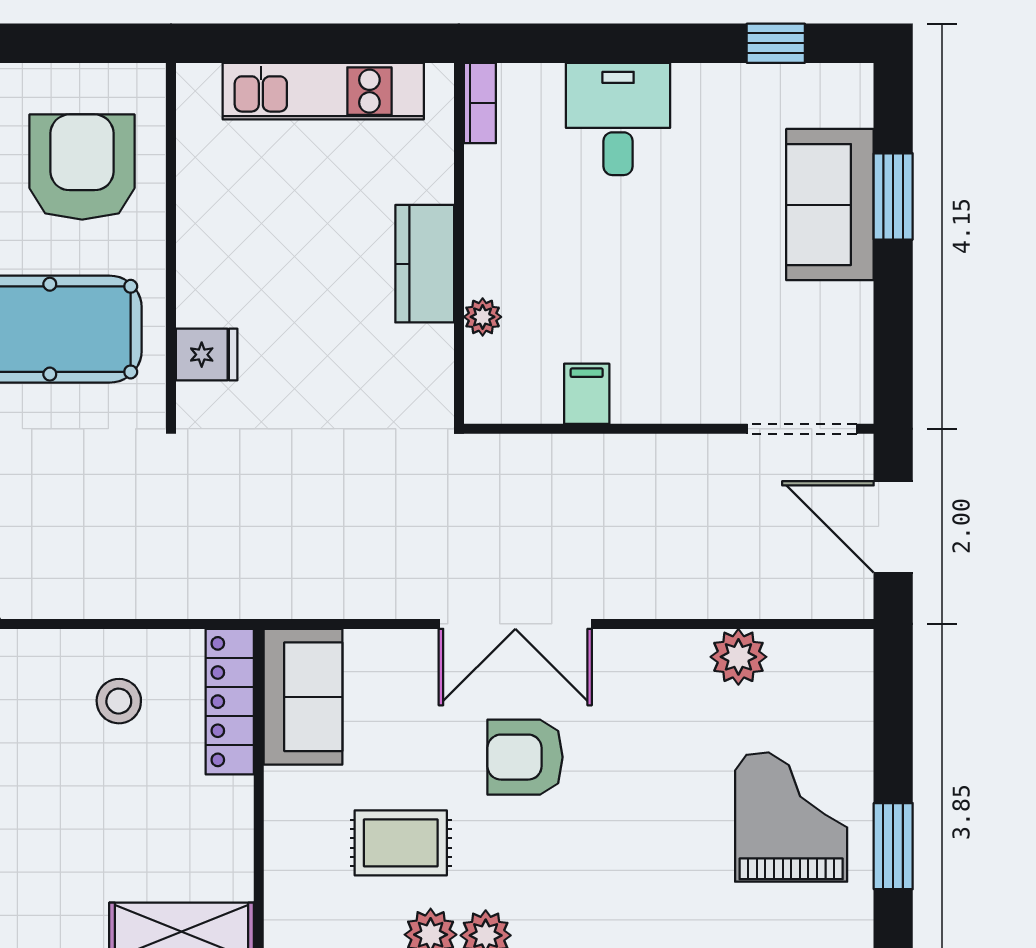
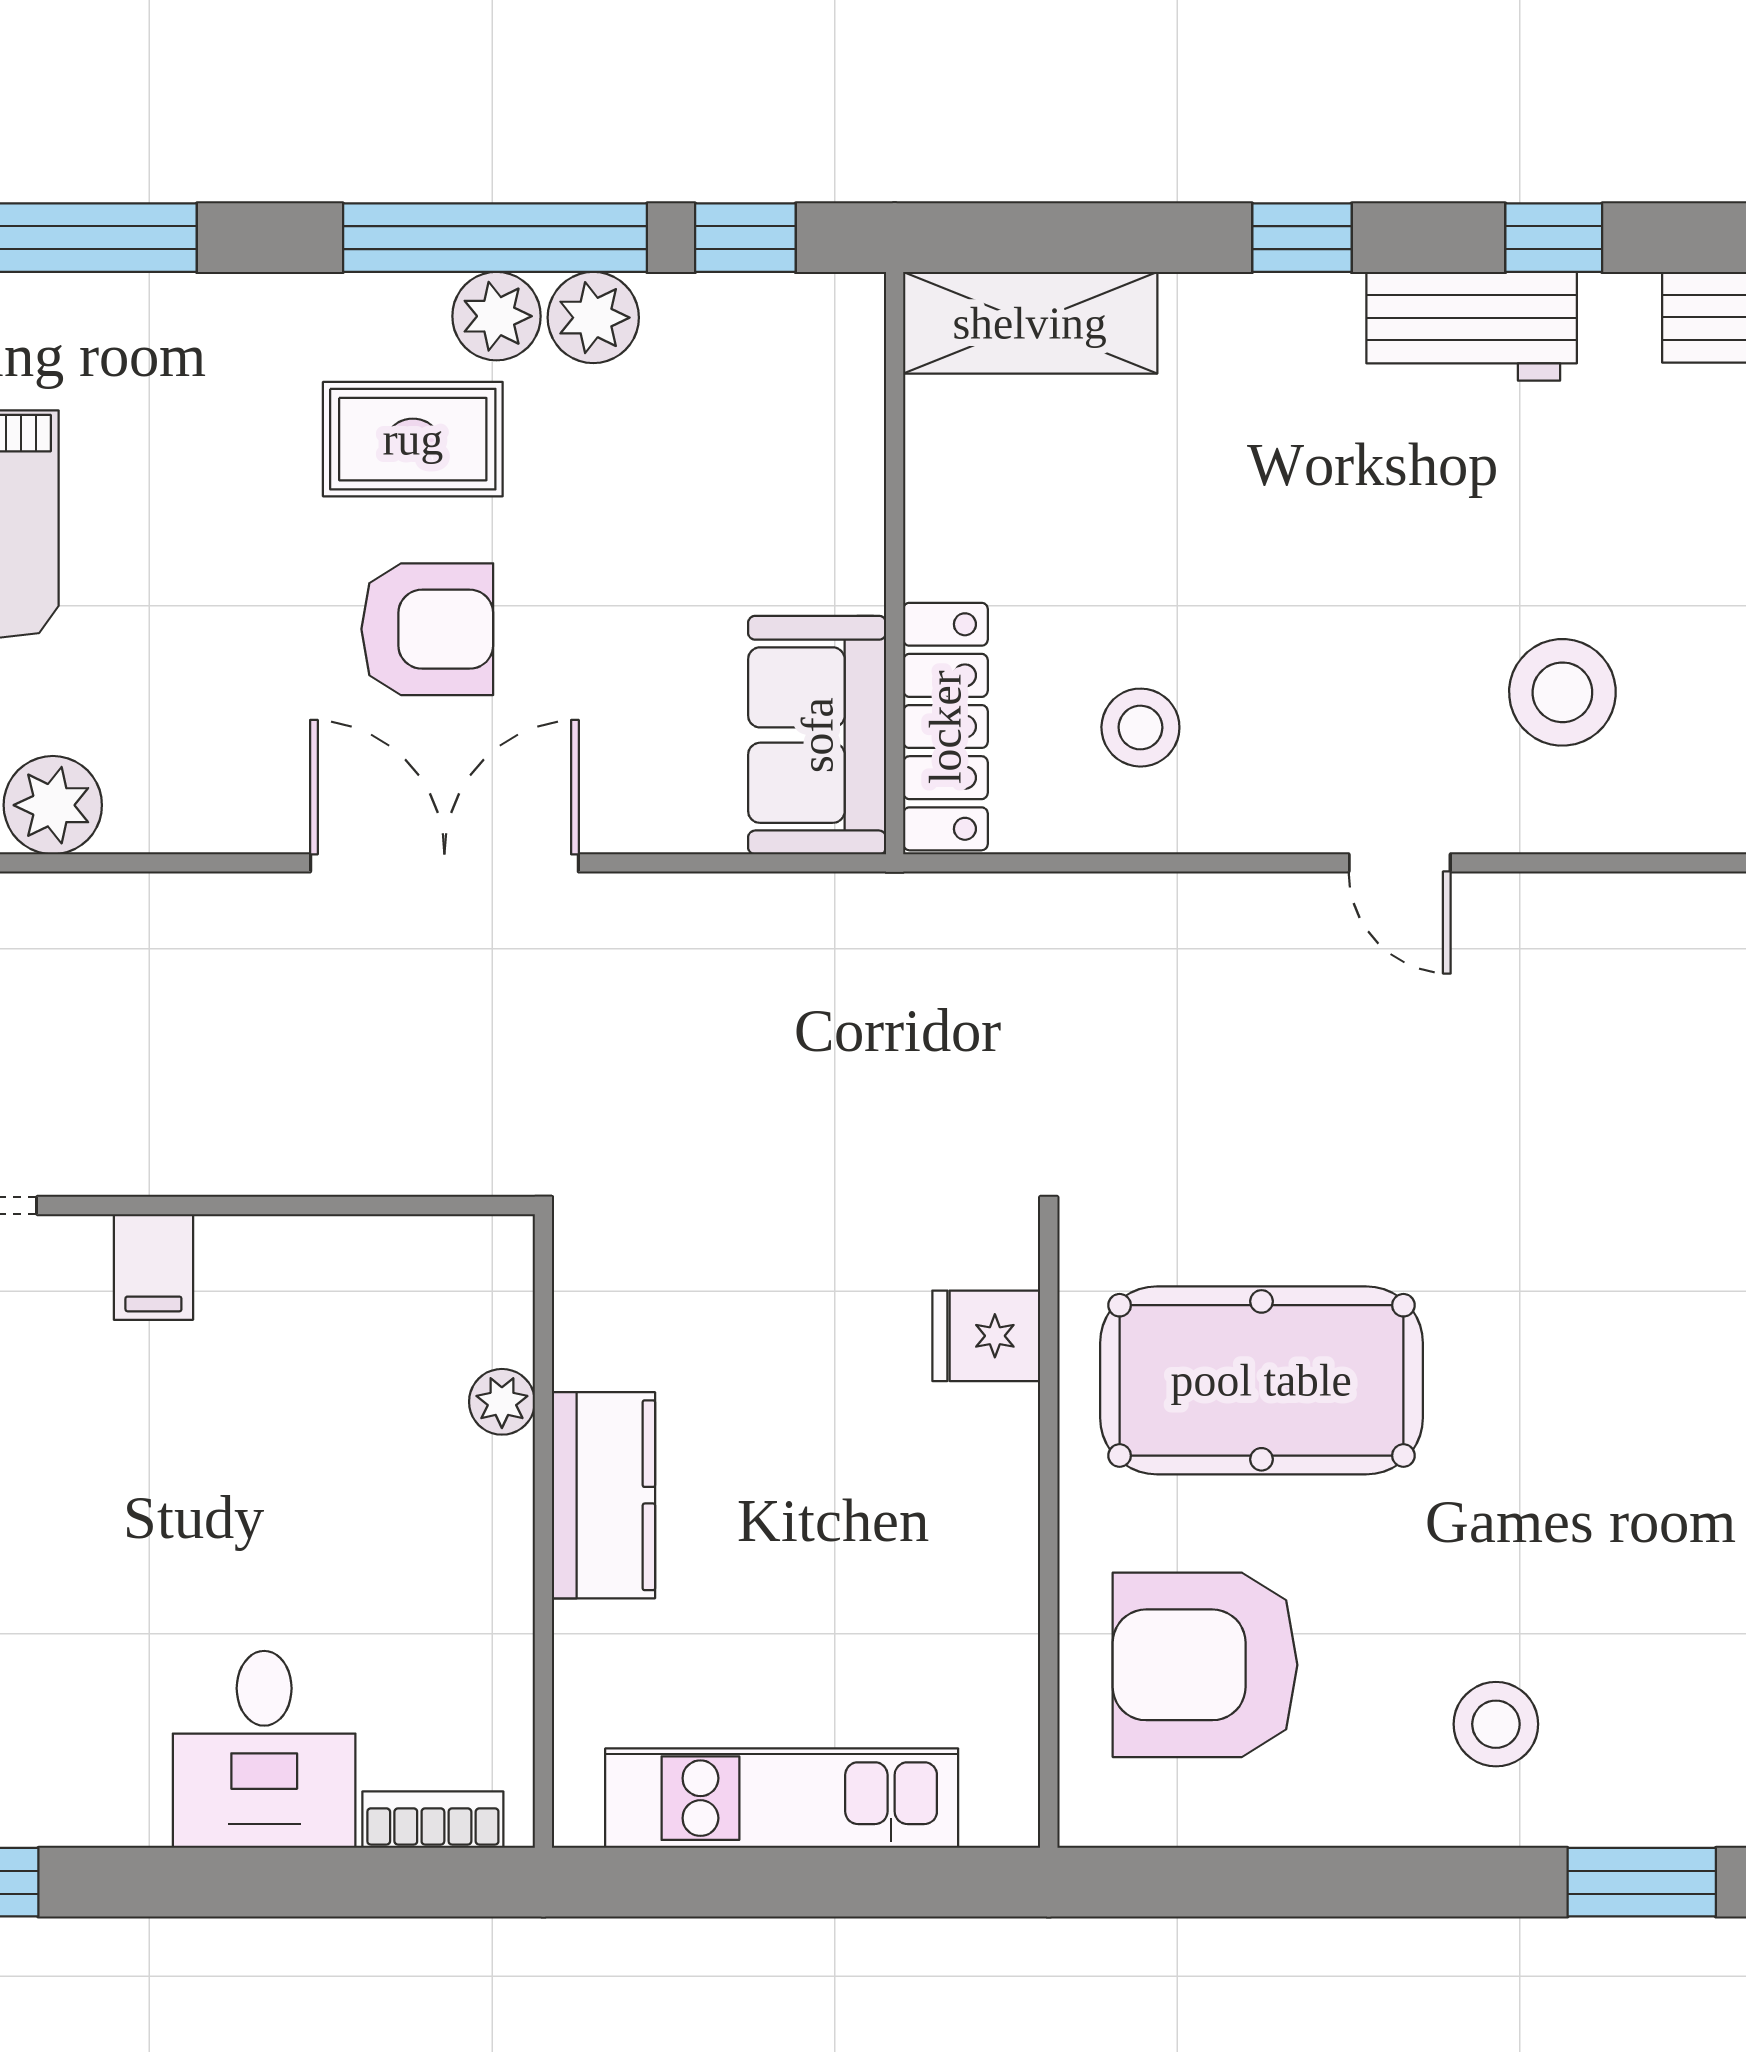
bookcase: (480, 103) -> (433, 1820), moved, turned 90
armchair: (82, 167) -> (1205, 1665), turned 90
filing cabinet: (587, 394) -> (153, 1267), moved
rug: (401, 843) -> (413, 439), moved

